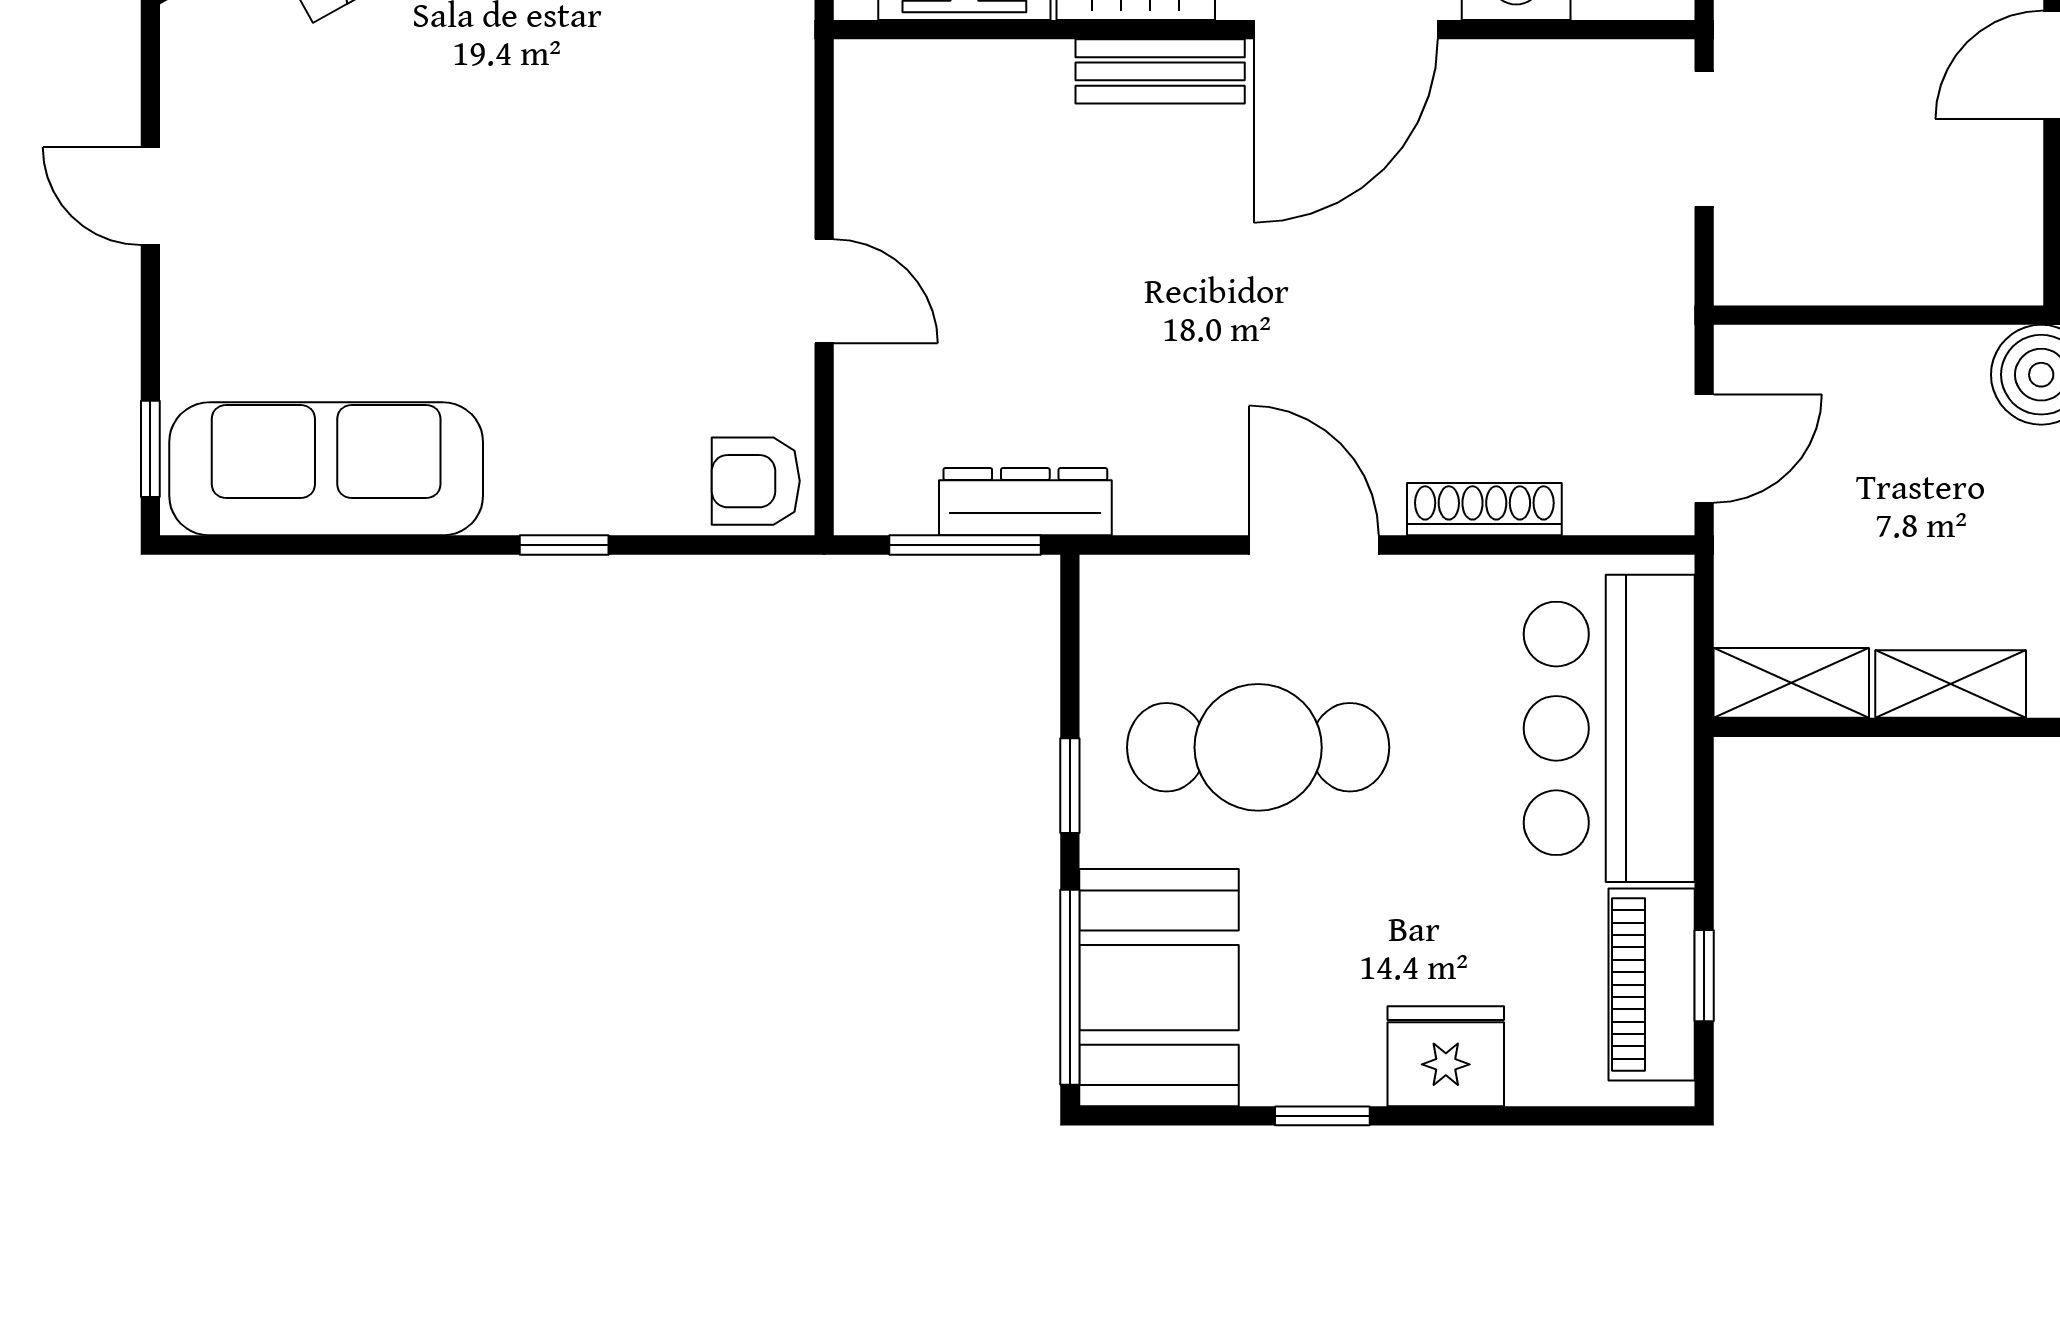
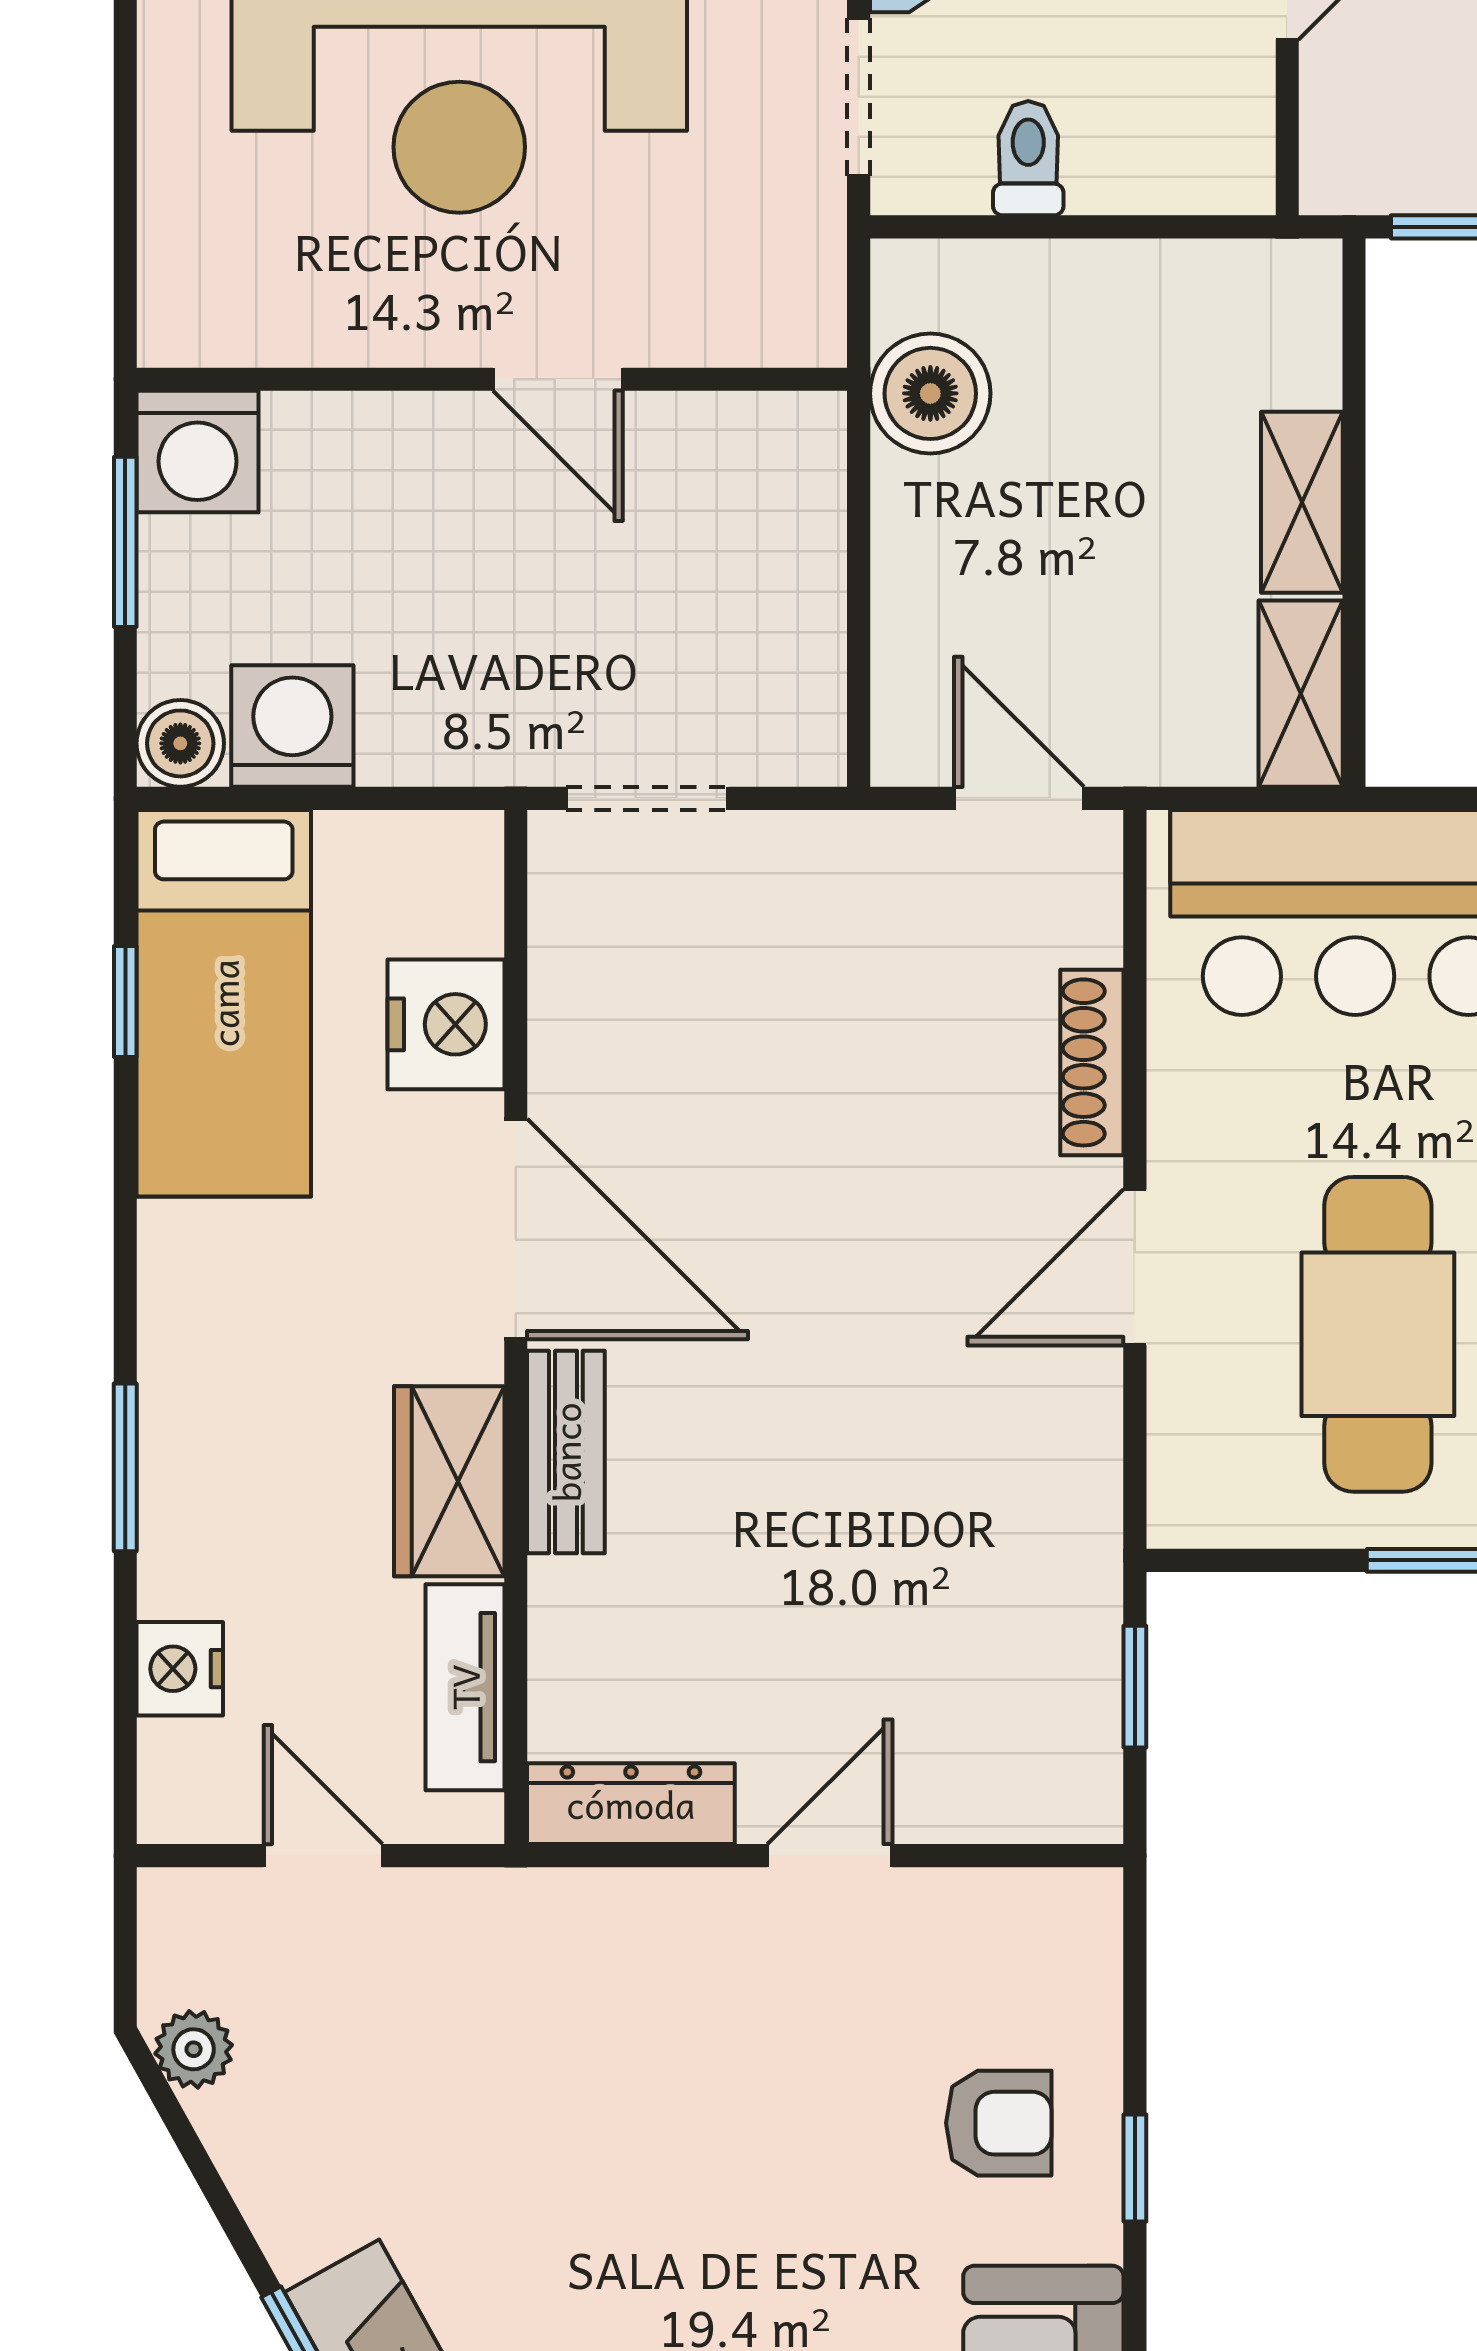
armchair: (756, 481) -> (999, 2123), moved, turned -90
dresser: (1025, 502) -> (631, 1804), moved, turned 90
window: (965, 545) -> (1135, 1687), width x0.67

